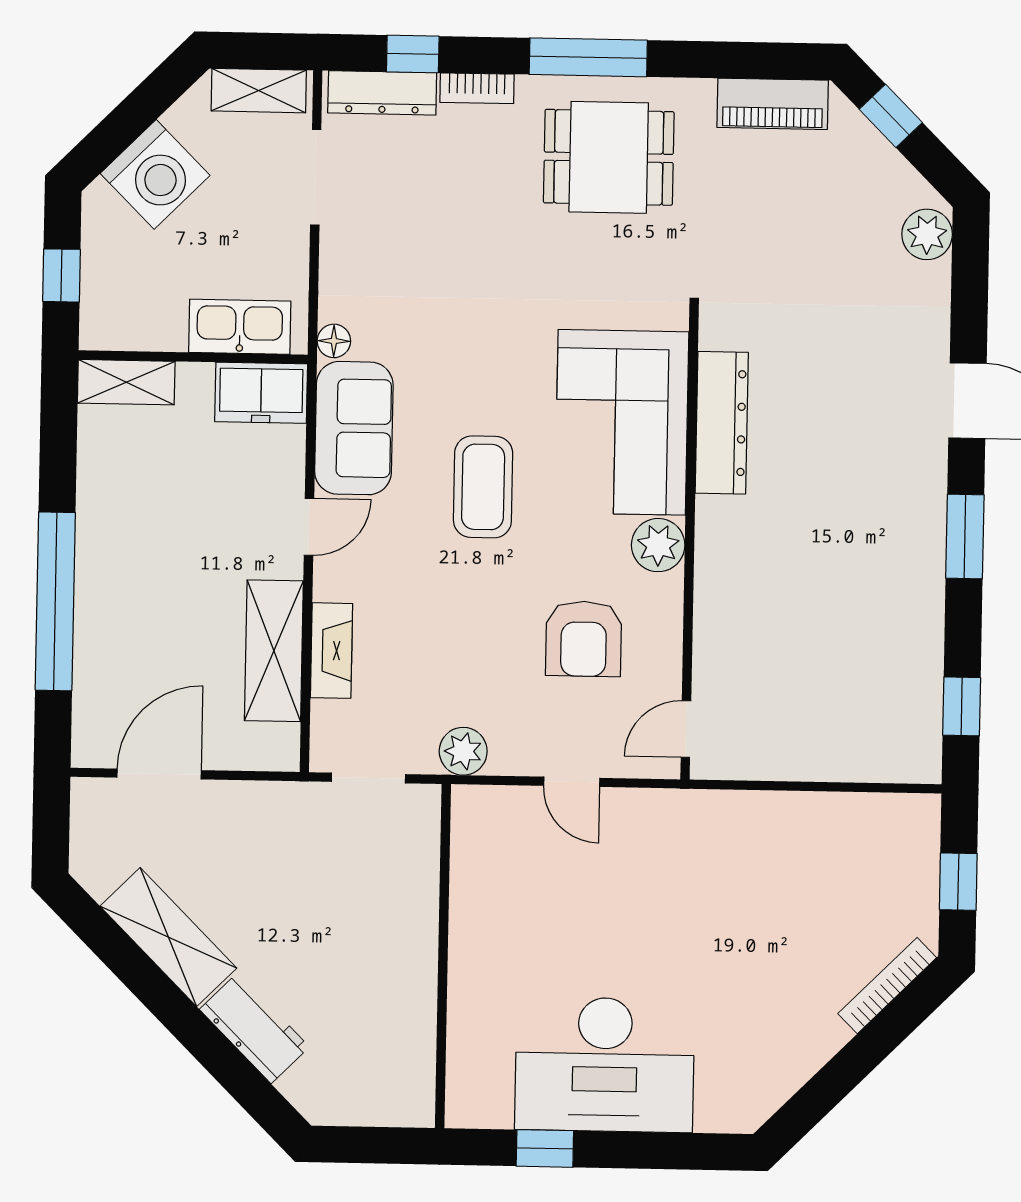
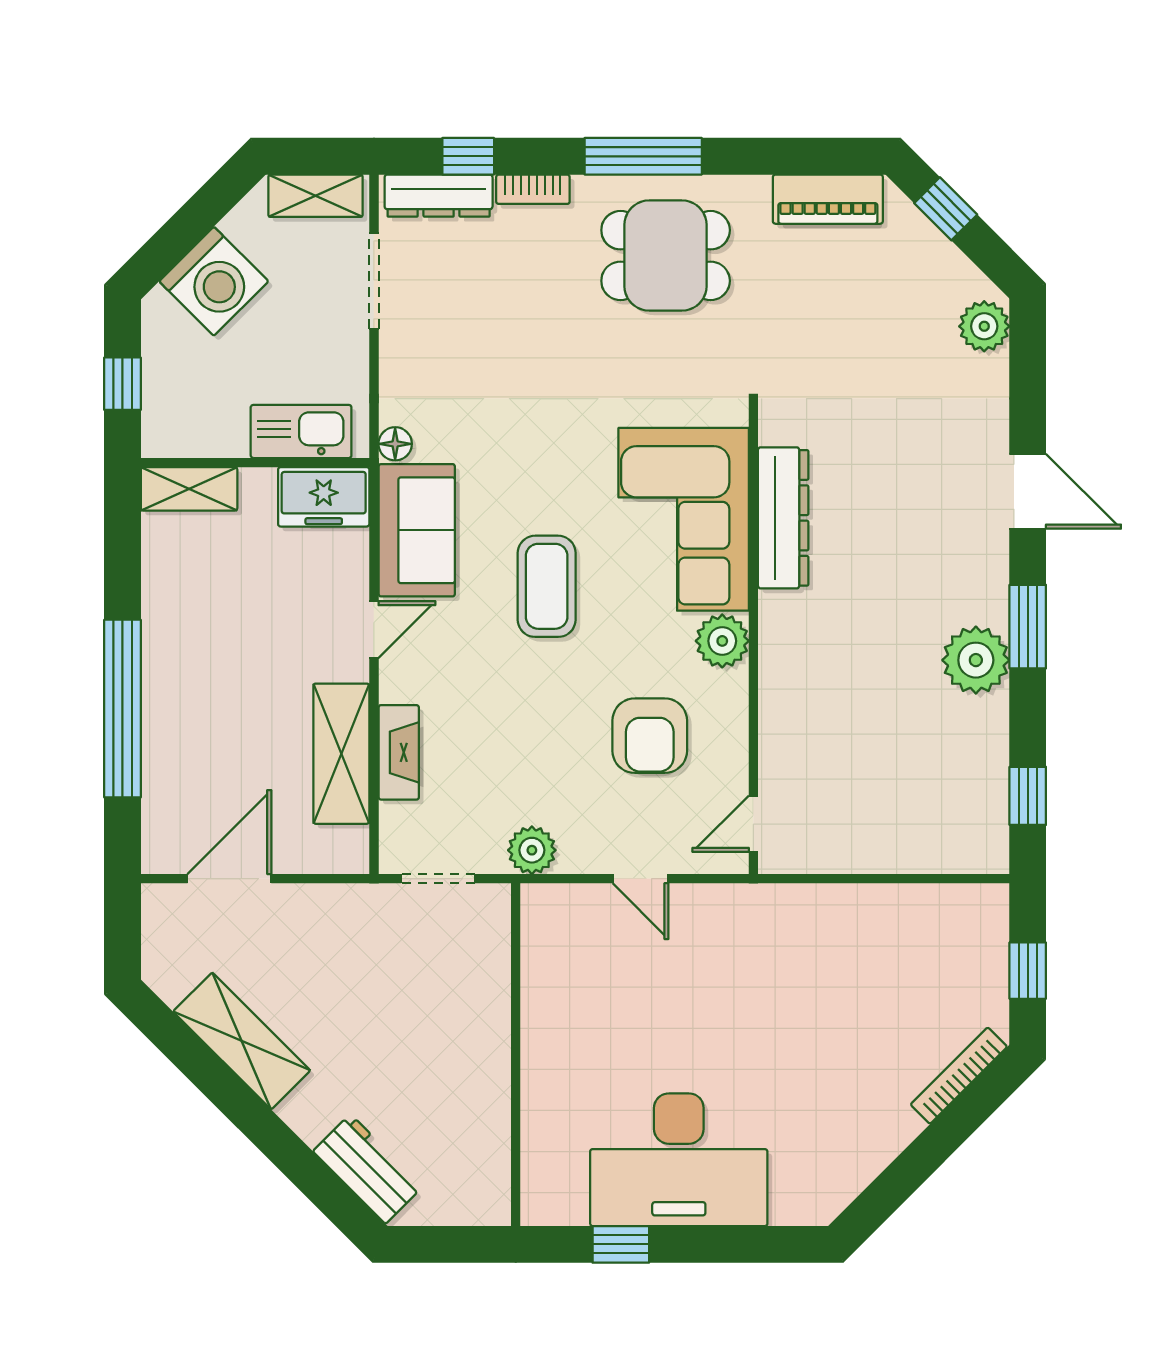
plant: (912, 569) -> (976, 660), added
workbench: (254, 1028) -> (368, 1169), moved

